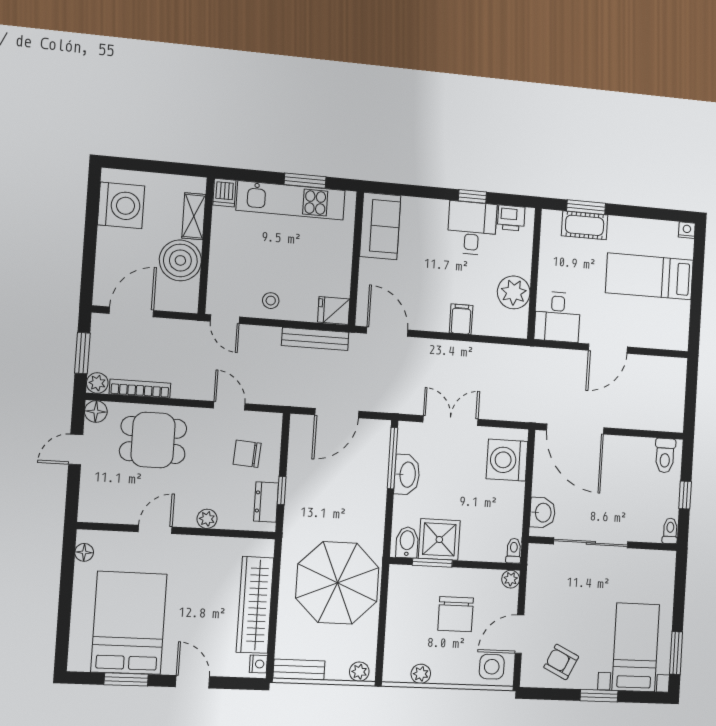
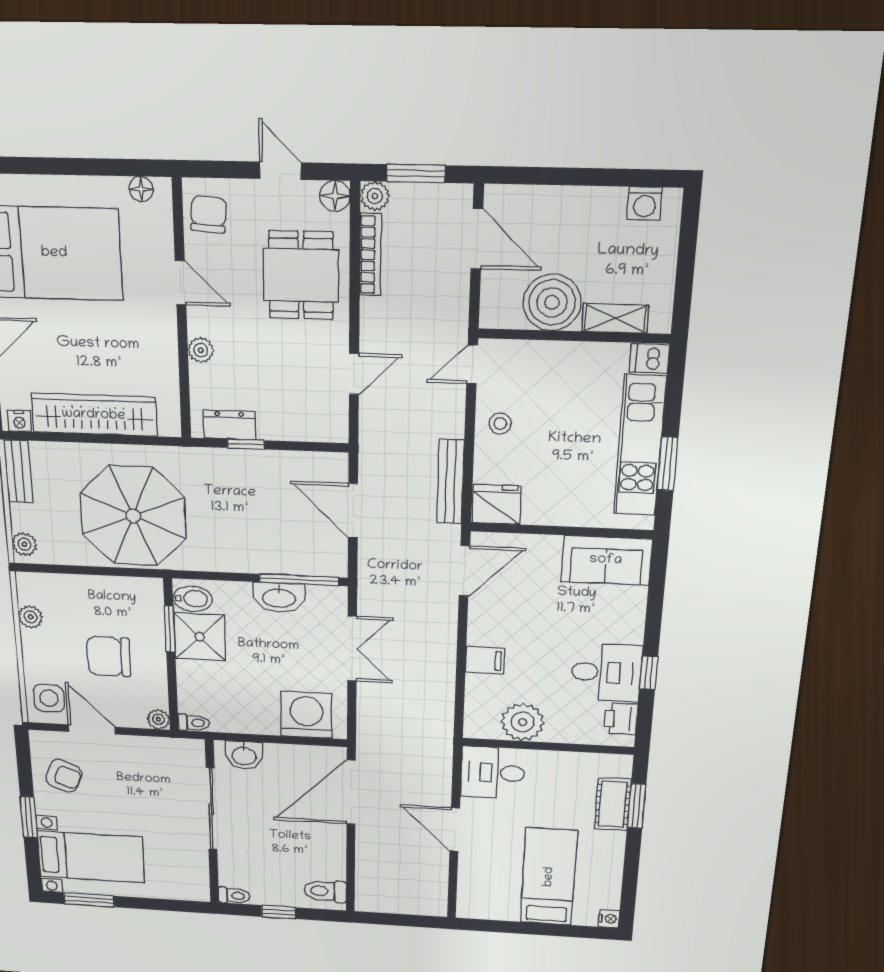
washing machine: (121, 205) -> (645, 204), width x0.53, depth x0.53
fridge: (334, 310) -> (497, 504), width x1.38
chair: (247, 454) -> (208, 214), moved
armchair: (561, 662) -> (64, 776), turned 86

